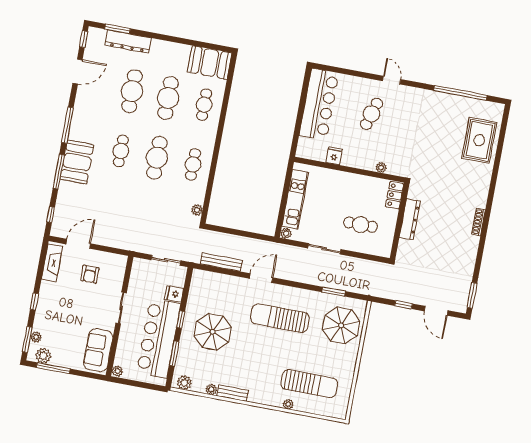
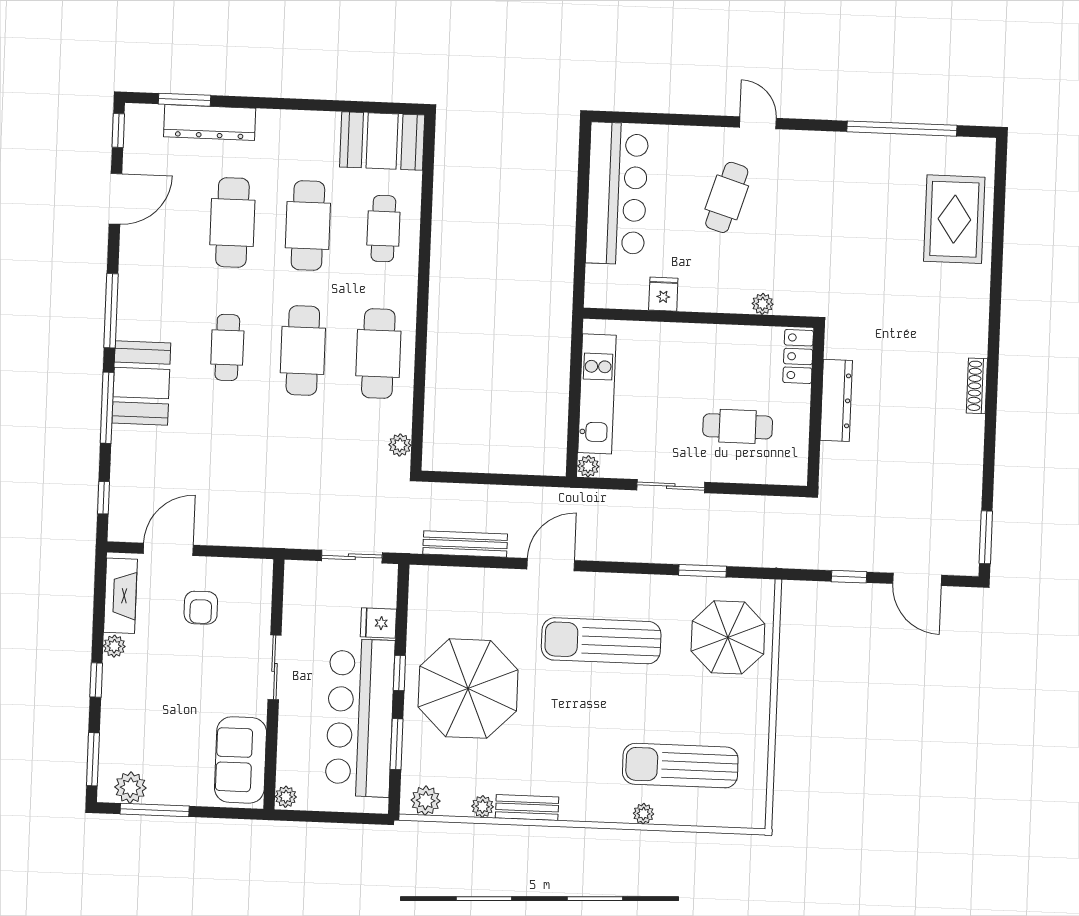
cafe table: (193, 164) -> (378, 354), width x1.37, depth x1.35
parasol: (213, 332) -> (468, 689), width x1.36, depth x1.36
plant: (36, 337) -> (114, 646), moved
sun lounger: (309, 384) -> (680, 766), turned 180

